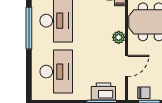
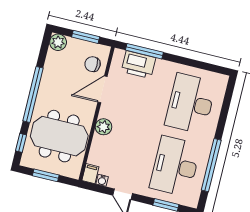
chair: (144, 93) -> (93, 64), moved

